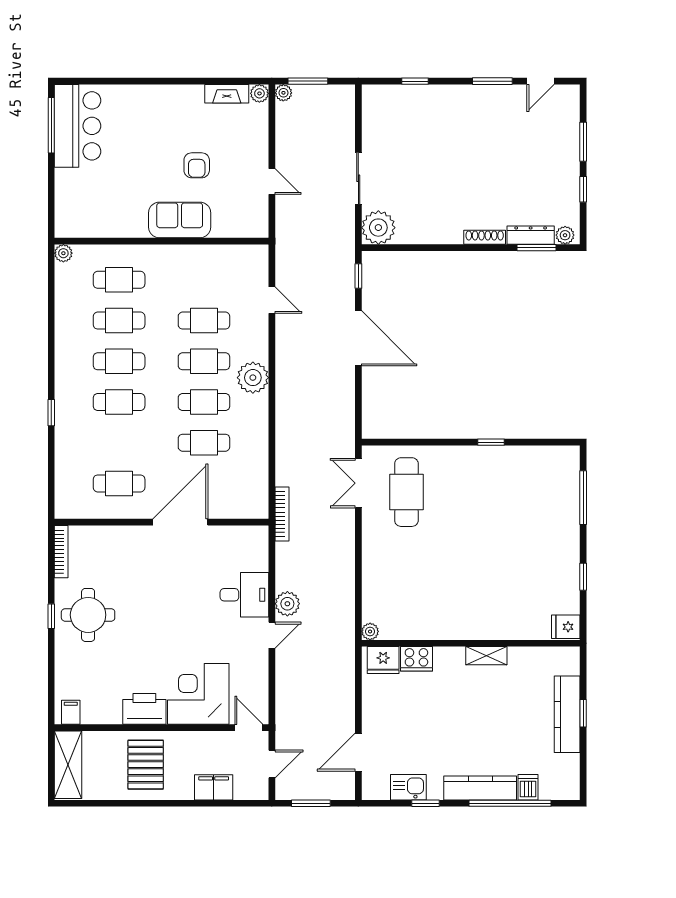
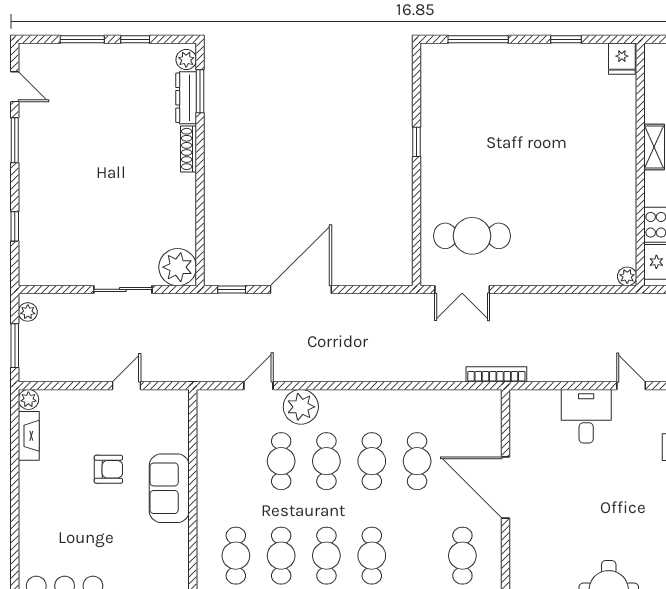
plant: (283, 93) -> (28, 312), moved
plant: (253, 378) -> (301, 407), moved
plant: (287, 604) -> (596, 368), removed

